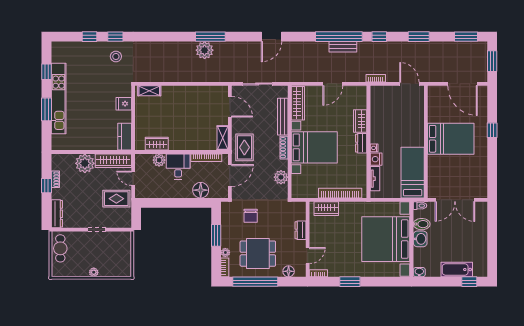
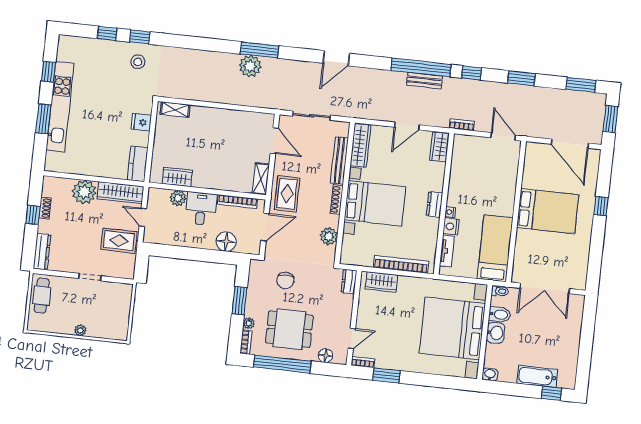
wardrobe: (360, 121) -> (439, 147), moved
dresser: (301, 230) -> (349, 281), moved
window: (350, 282) -> (386, 375), moved

